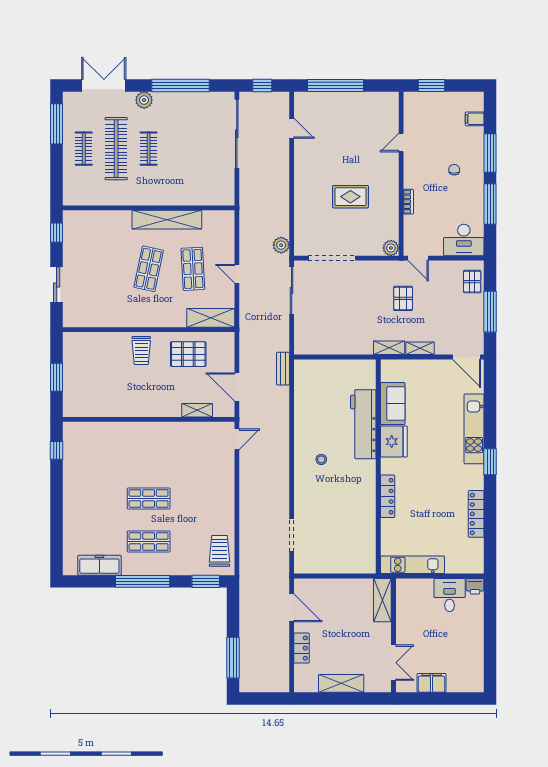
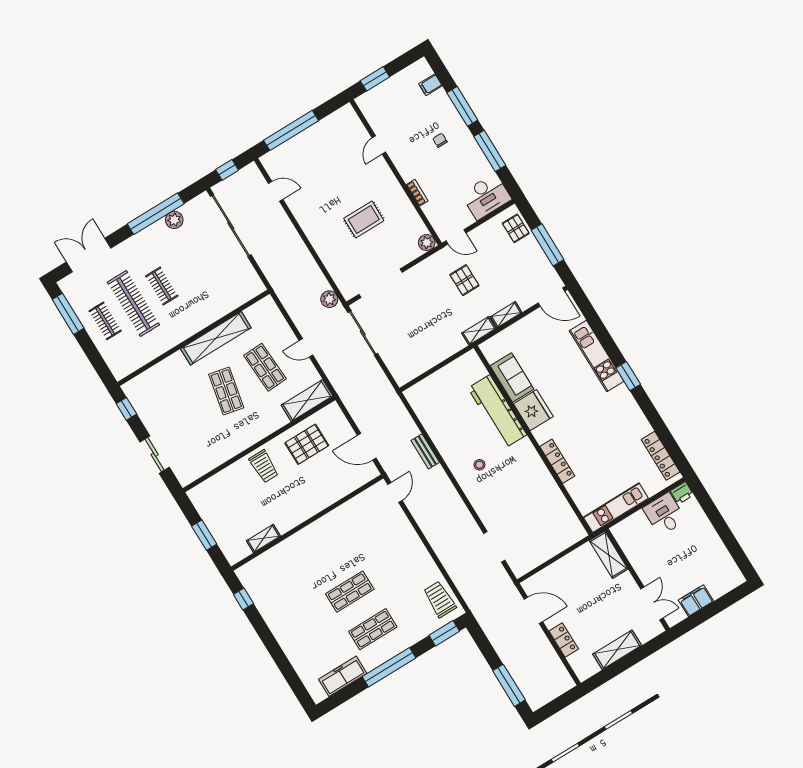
plant: (144, 100) -> (174, 220), moved
bench: (283, 369) -> (425, 451), moved
shelving: (197, 410) -> (263, 538), moved
locker: (476, 514) -> (661, 456), moved

